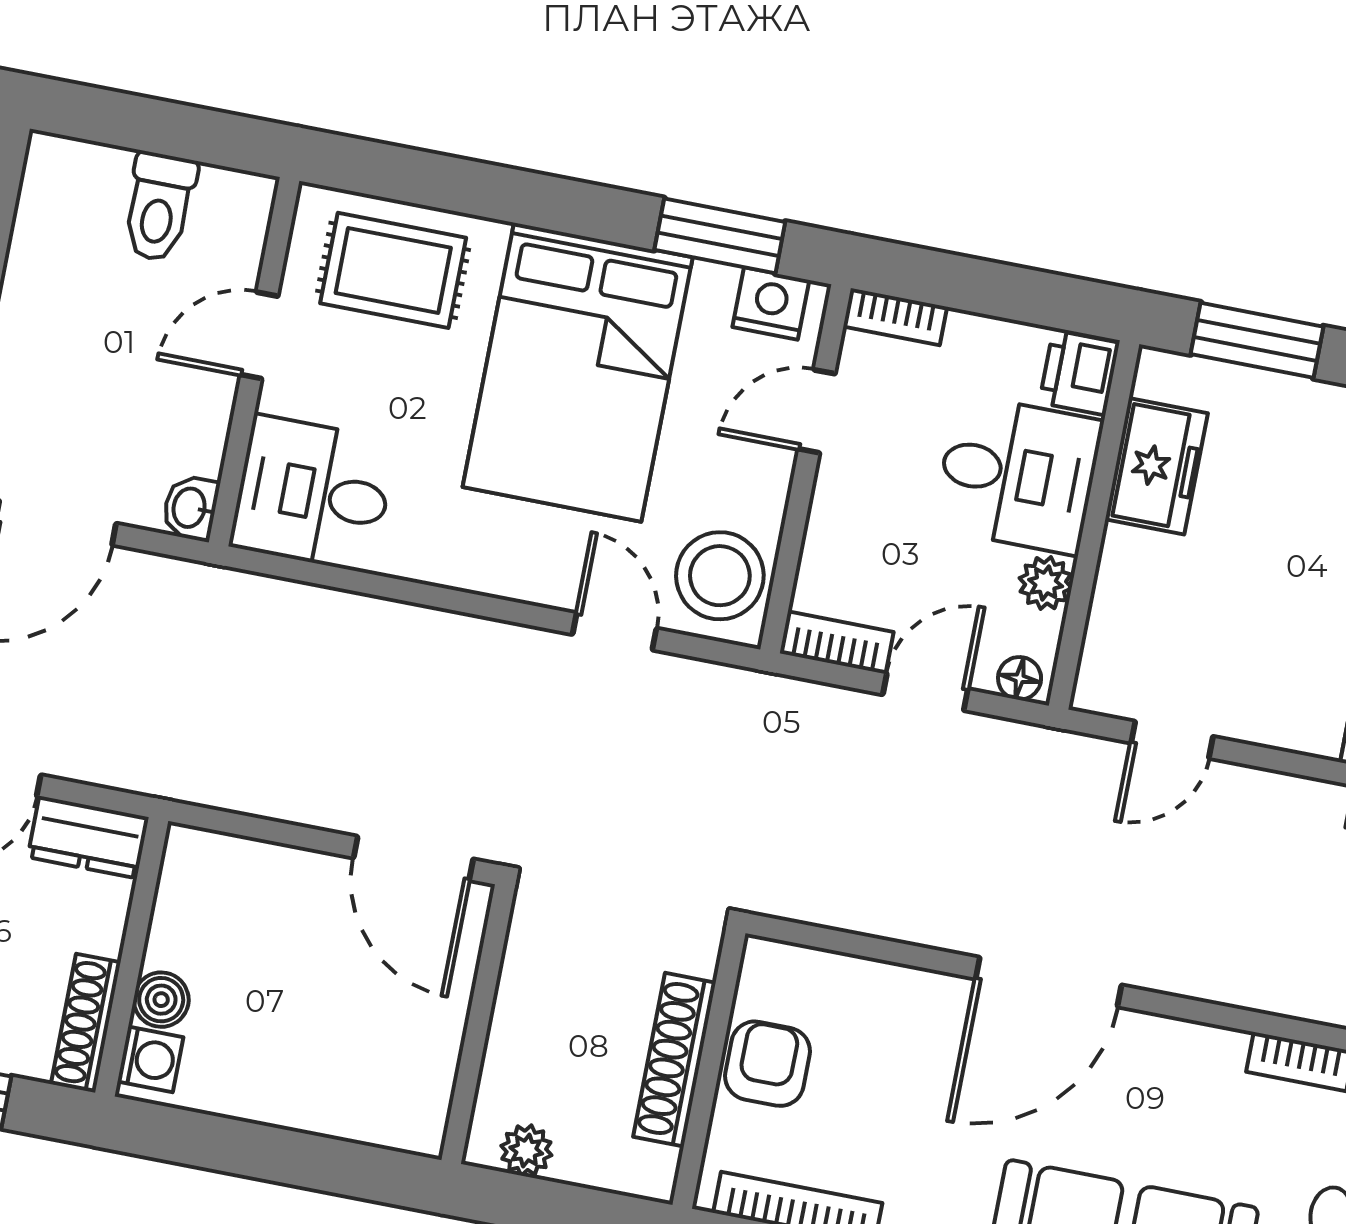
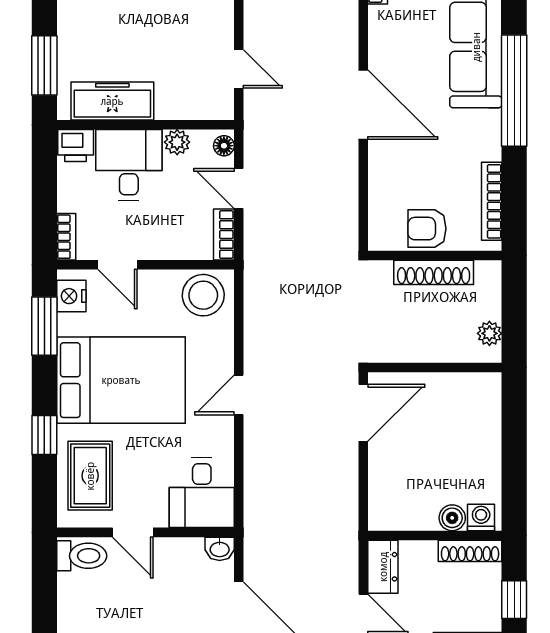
window: (495, 192) -> (44, 435), added
toilet: (159, 207) -> (82, 556), moved
freezer: (1157, 466) -> (112, 101), width x1.40
door: (614, 631) -> (239, 395), moved

